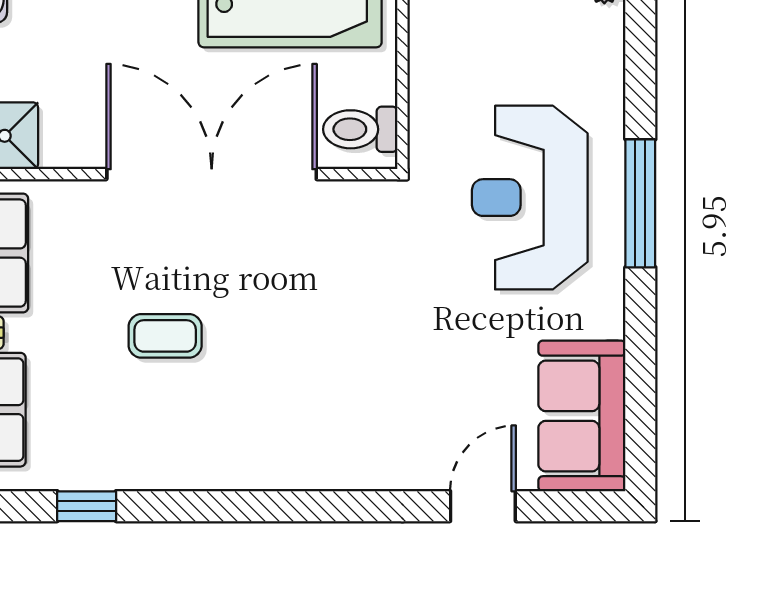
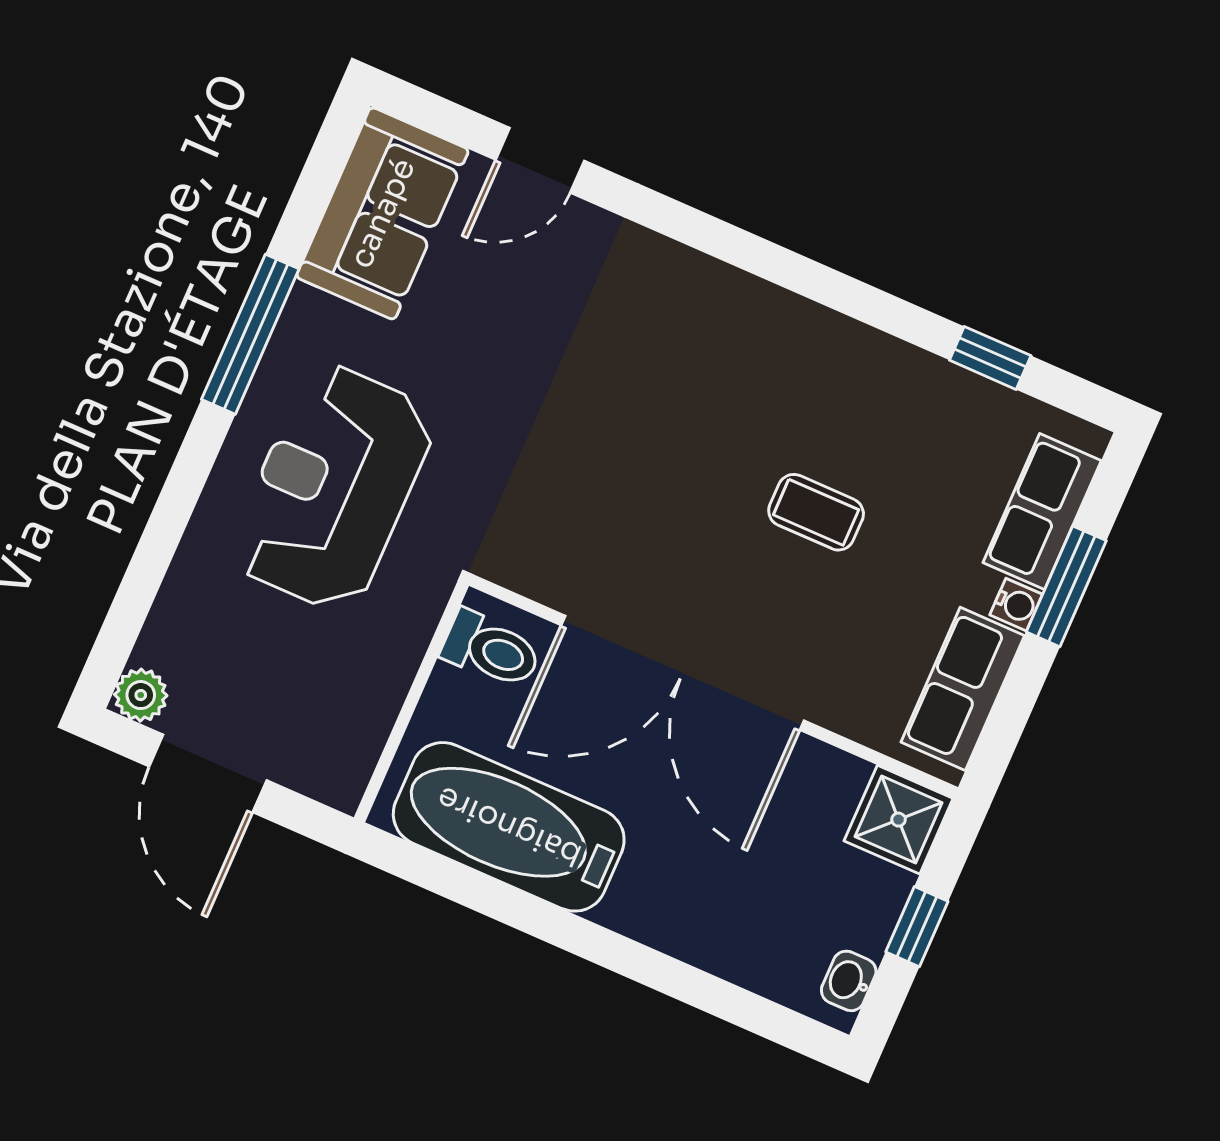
reception desk: (530, 198) -> (333, 487), turned 180
window: (640, 203) -> (250, 334), moved

